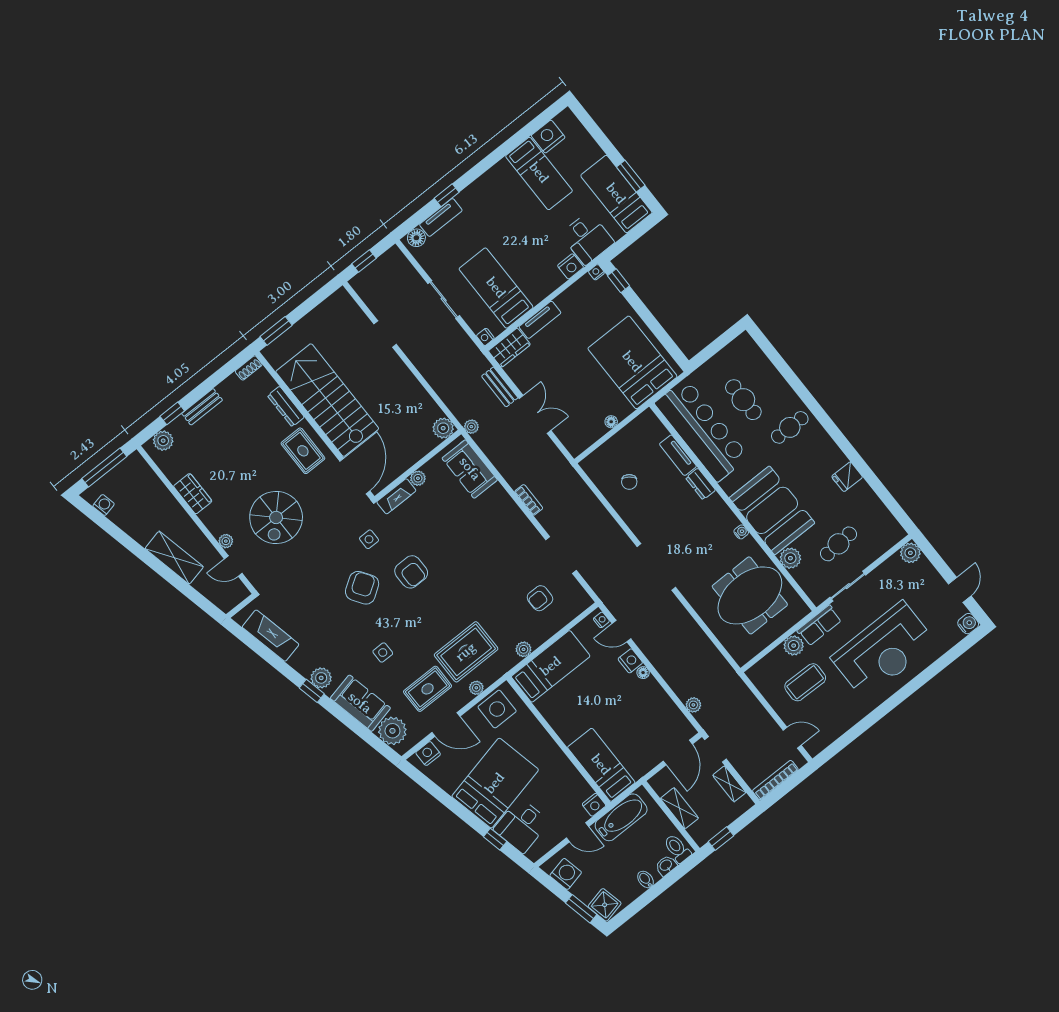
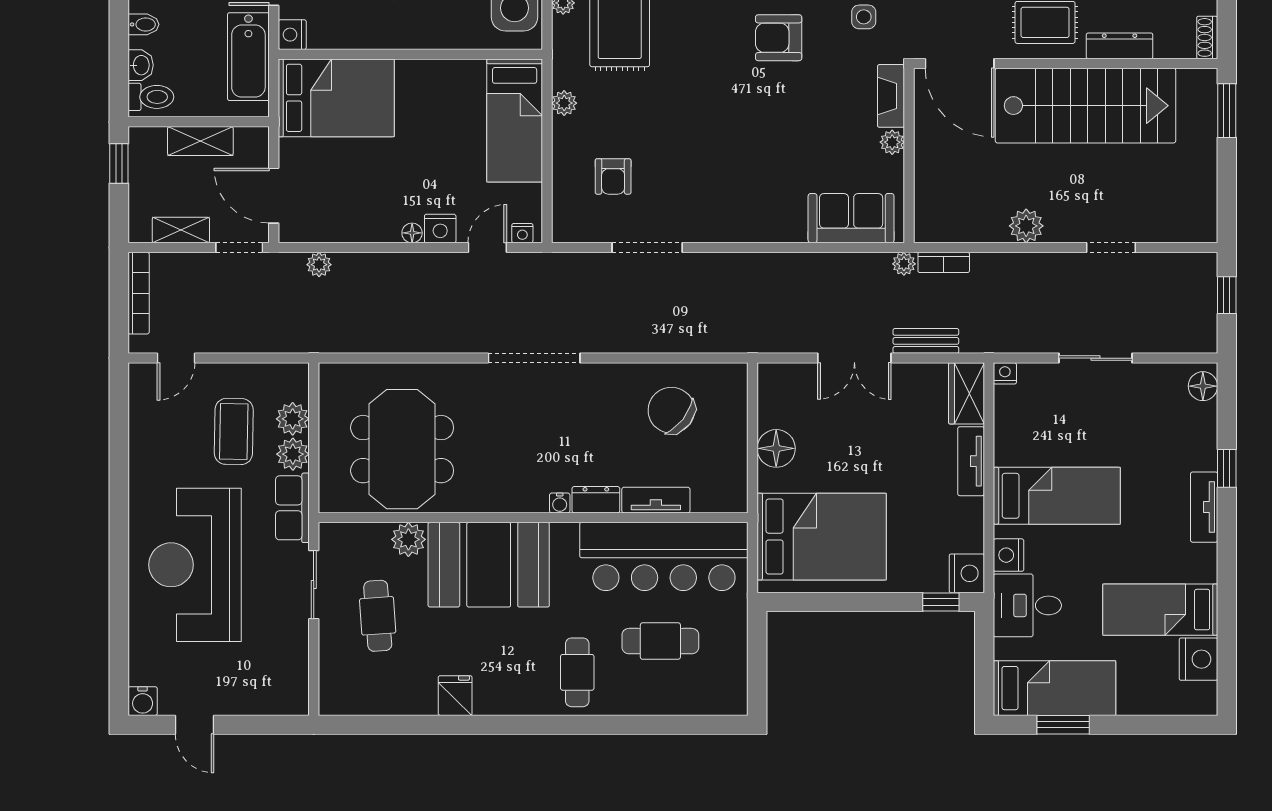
tv unit: (441, 217) -> (1204, 507), moved
nightstand: (596, 272) -> (967, 573), width x1.89, depth x1.79
bed: (496, 288) -> (1057, 496), moved
floor lamp: (611, 422) -> (776, 448), width x1.89, depth x1.89
plant: (443, 428) -> (1026, 226), moved
chair: (629, 482) -> (671, 410), width x1.87, depth x1.87
bookcase: (529, 500) -> (944, 262), moved
water cooler: (741, 532) -> (560, 503), moved
plant: (910, 553) -> (293, 419), moved
armchair: (540, 598) -> (613, 176), turned 180
bed: (601, 765) -> (336, 98), width x1.50

